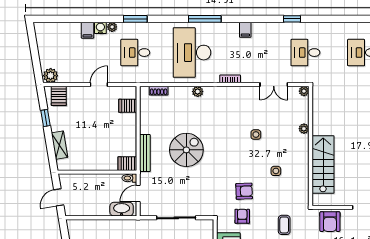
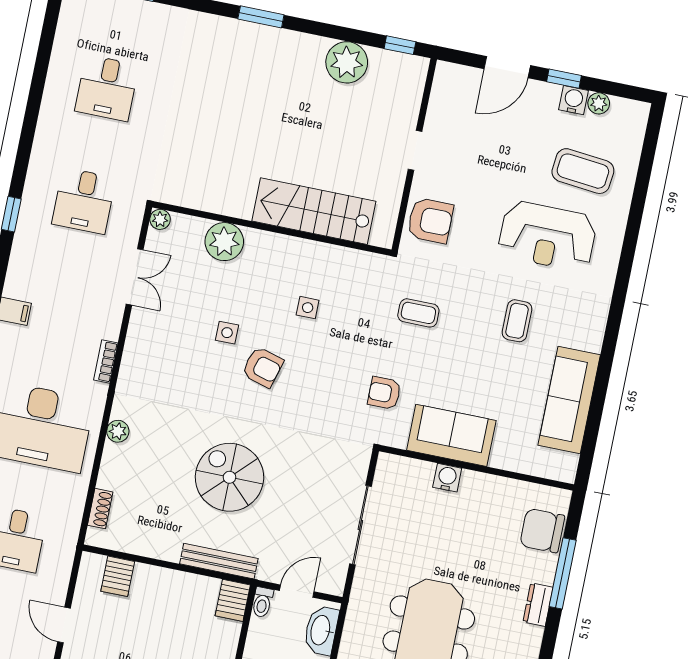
plant: (304, 129) -> (224, 242), width x1.88, depth x1.88
armchair: (244, 191) -> (263, 367), moved, turned 108
door: (138, 194) -> (297, 591), swing flipped

